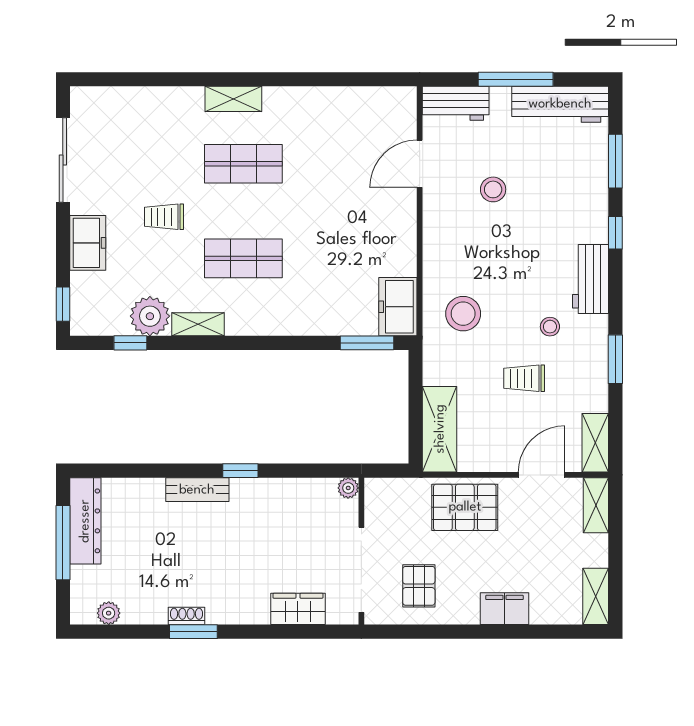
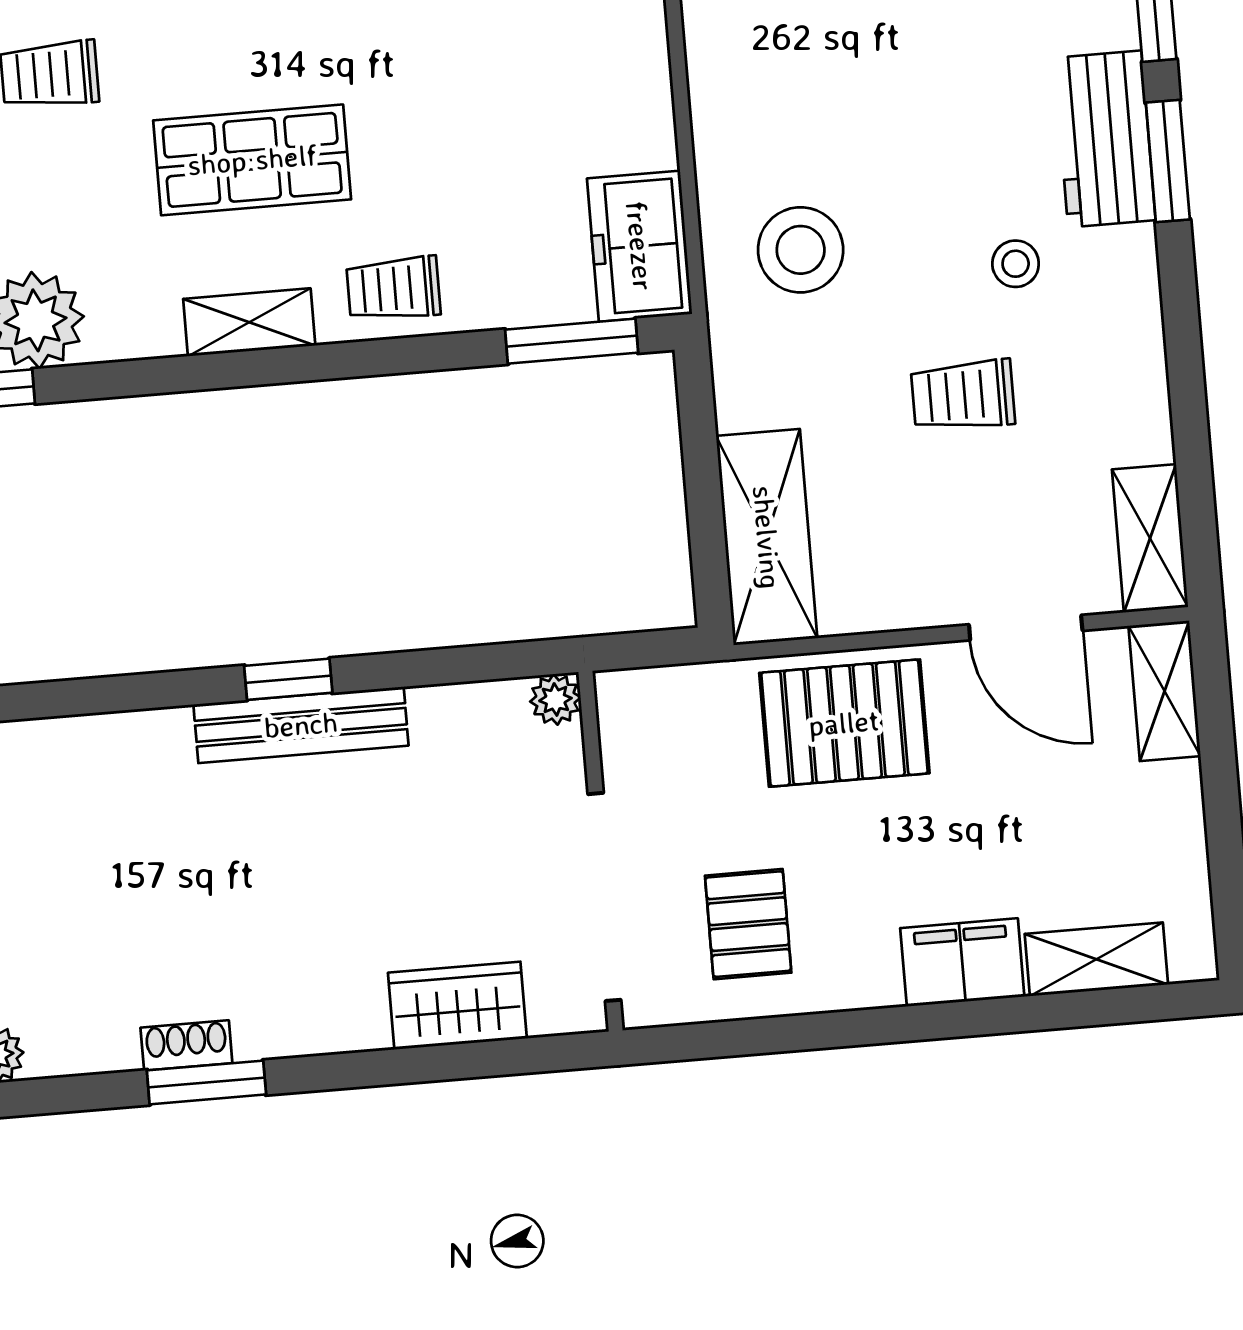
trolley: (296, 315) -> (393, 289), added
shelving: (198, 324) -> (249, 322), moved
window: (615, 359) -> (1168, 161), moved
door: (542, 475) -> (1026, 628), swing flipped
bench: (197, 490) -> (301, 725), moved, width x1.36
shelving: (596, 596) -> (1096, 959), moved, turned 90

